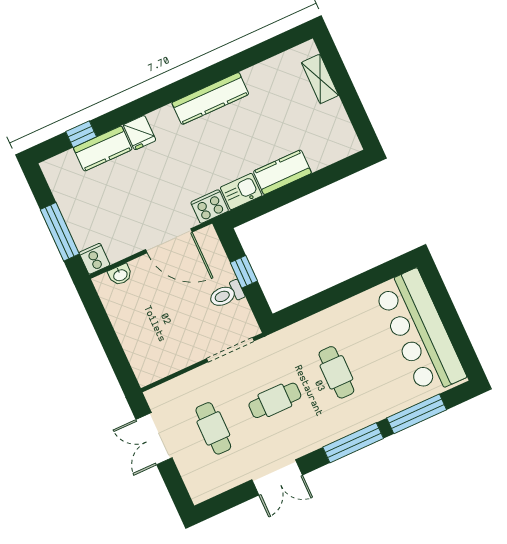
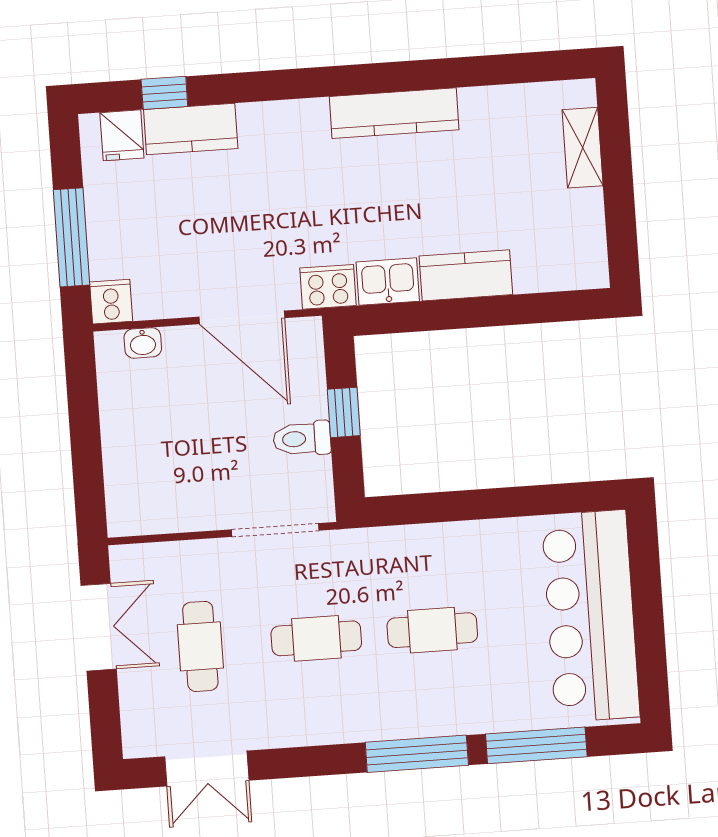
fridge: (140, 133) -> (122, 135), moved
cafe table: (336, 372) -> (432, 630), turned 90
double door: (154, 439) -> (99, 627), swing flipped
double door: (277, 477) -> (207, 768), moved

